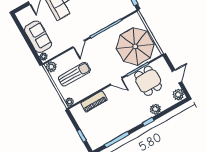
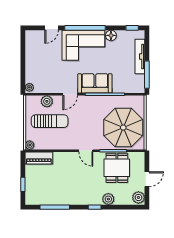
sofa: (38, 37) -> (95, 83), moved, turned -90
plant: (51, 67) -> (47, 101), moved
piano: (94, 101) -> (39, 158), moved

